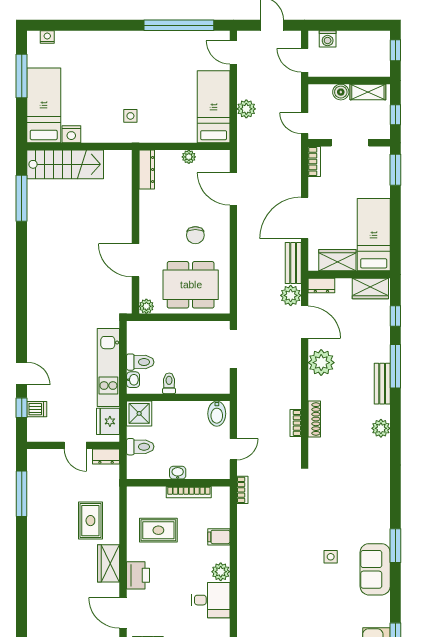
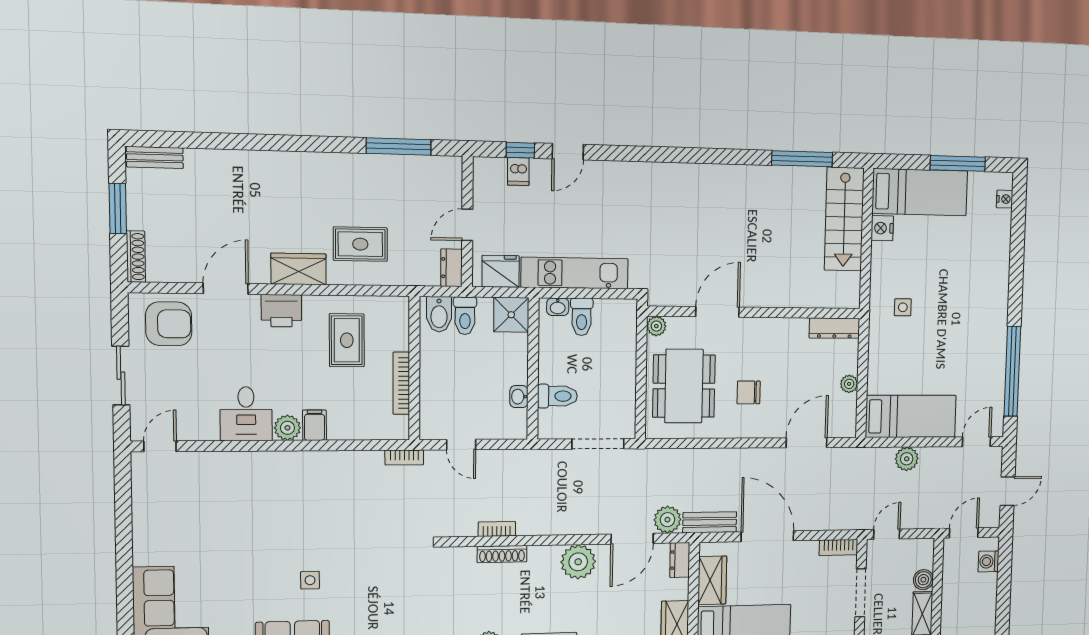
toilet: (169, 383) -> (557, 396), moved, width x1.37, depth x1.39
bidet: (217, 414) -> (439, 314), moved, turned -90
washbasin: (178, 473) -> (519, 397), moved, turned 180
filing cabinet: (219, 537) -> (314, 425), moved

